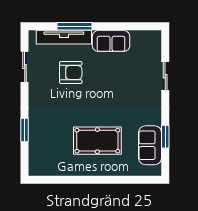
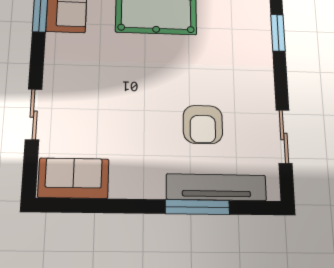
sofa: (111, 41) -> (74, 178), moved
armchair: (71, 73) -> (203, 124), turned -90

